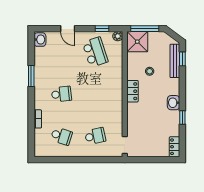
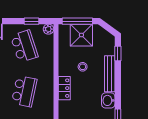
shower: (137, 42) -> (81, 35), moved
bench: (175, 61) -> (110, 74), moved
school desk: (95, 94) -> (24, 91), added

